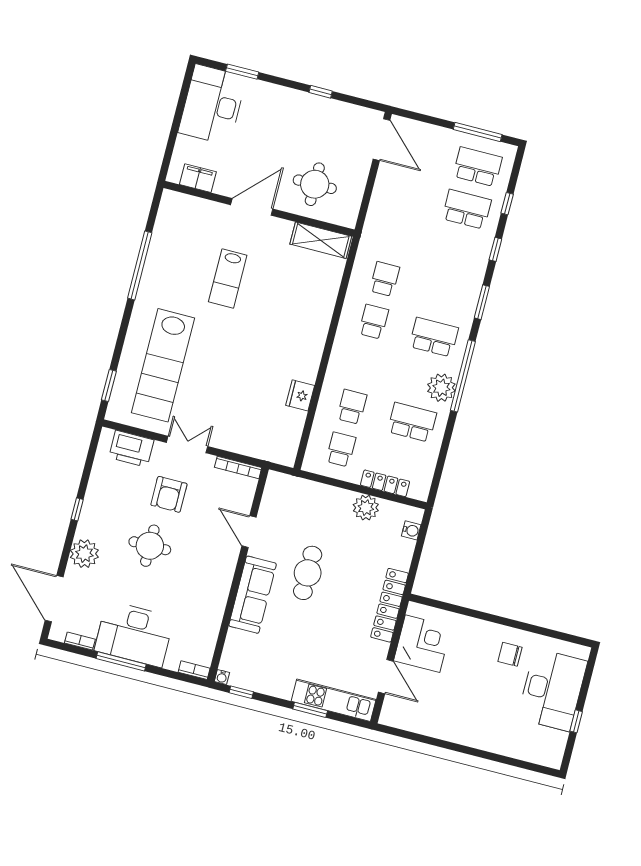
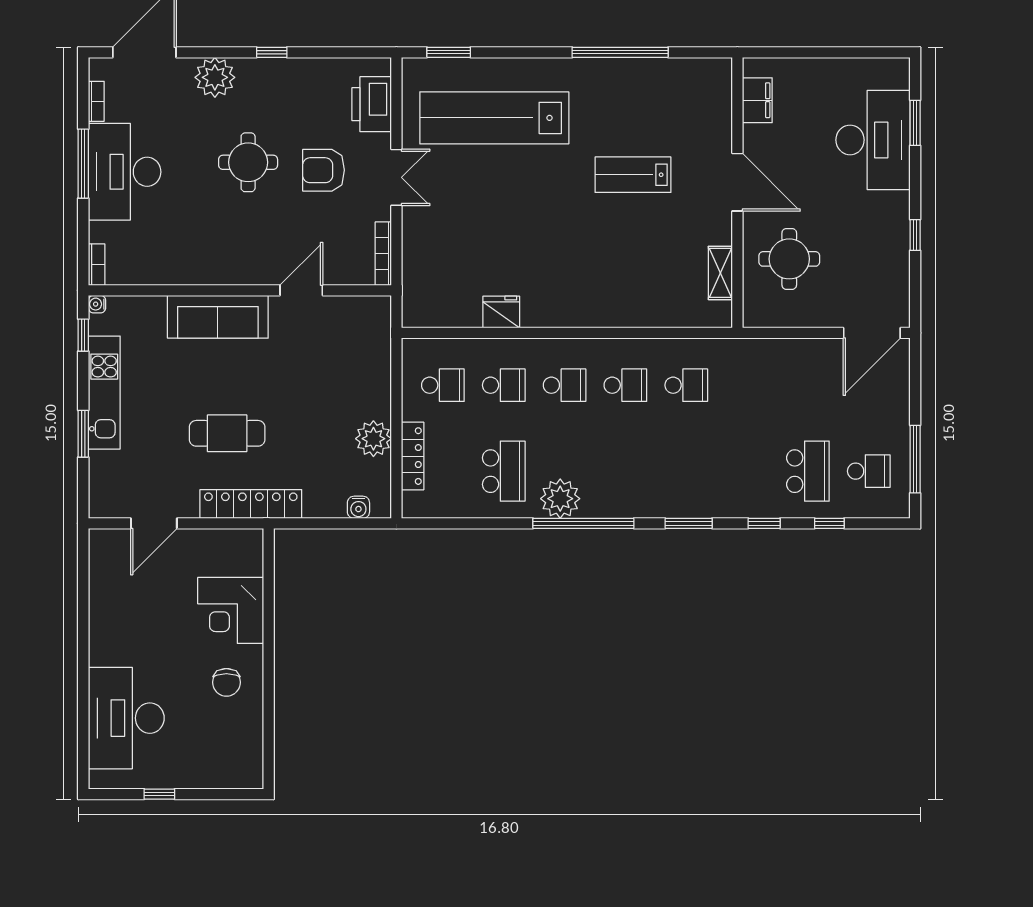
desk: (212, 105) -> (873, 140), moved, turned 90
school desk: (478, 167) -> (869, 471), width x0.54
shelving: (321, 240) -> (720, 273), width x0.67, depth x0.75
school desk: (434, 337) -> (565, 385), moved, width x0.54
cafe table: (308, 573) -> (227, 433), moved
corner desk: (422, 644) -> (231, 610), moved, turned 90
chair: (510, 654) -> (226, 682), turned 180
desk: (552, 690) -> (126, 718), moved, turned 90
kitchen unit: (334, 700) -> (104, 393), moved

